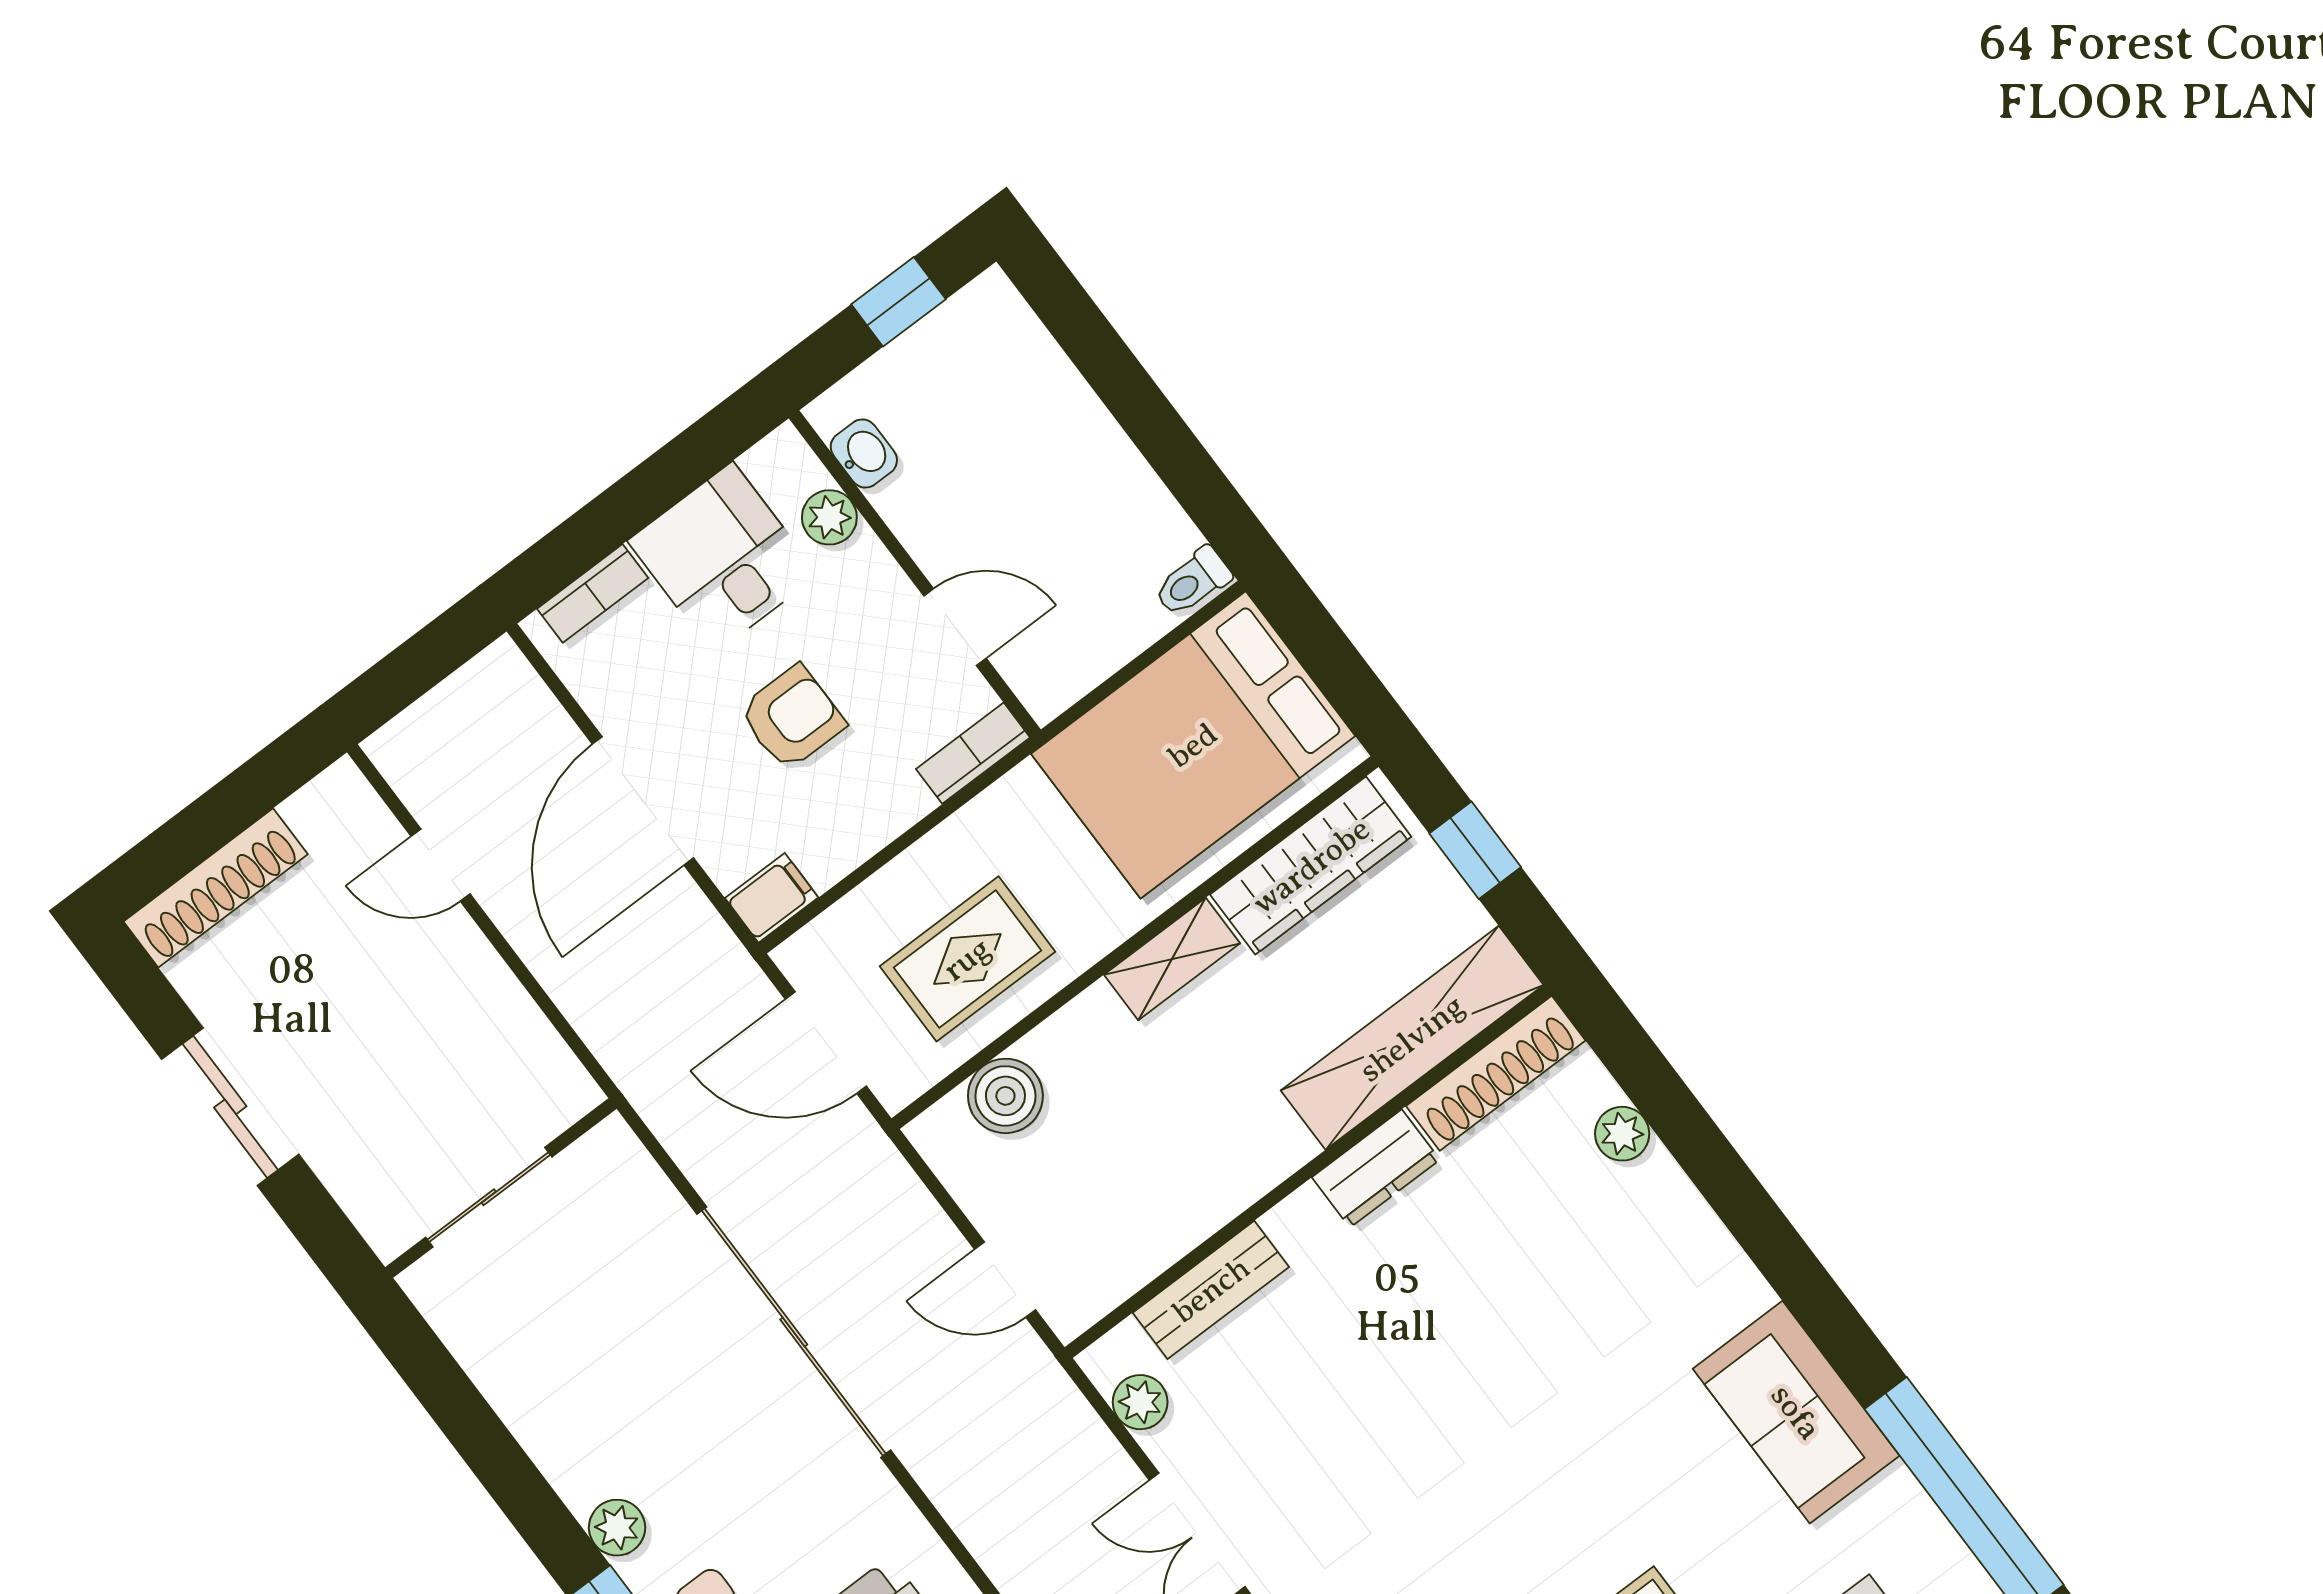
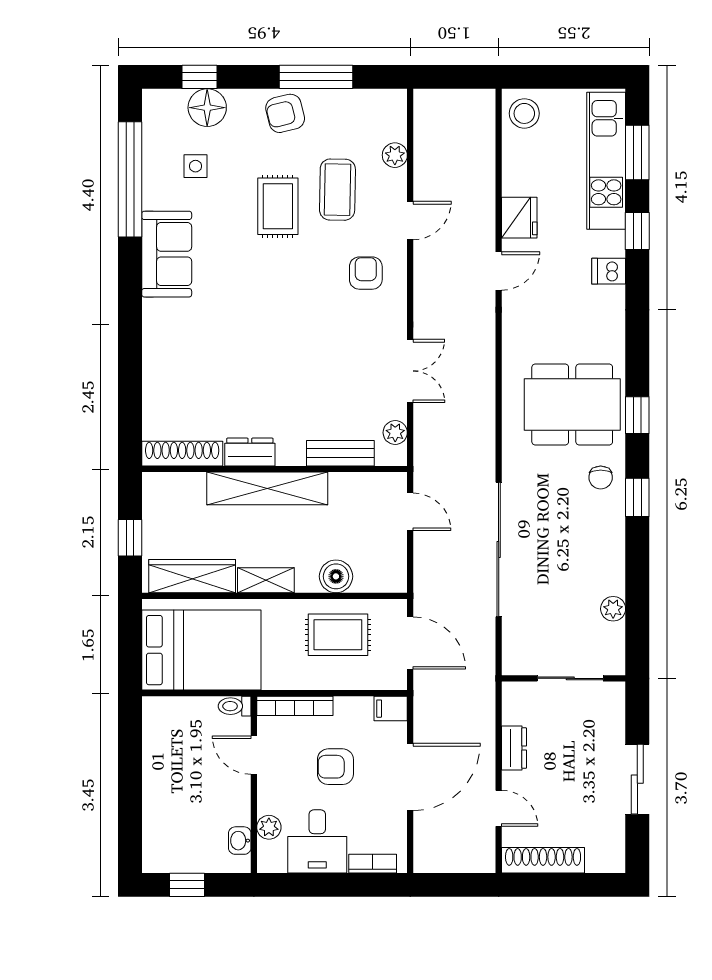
toilet: (1192, 582) -> (235, 706), moved, turned 180
bookcase: (973, 753) -> (295, 706), width x1.56
shoe rack: (216, 888) -> (543, 860), moved
dresser: (495, 995) -> (514, 748), added
shelving: (1412, 1038) -> (267, 488), moved
boiler: (1005, 1096) -> (336, 576), moved
plant: (1622, 1134) -> (154, 399), removed
plant: (617, 1528) -> (613, 609), moved

